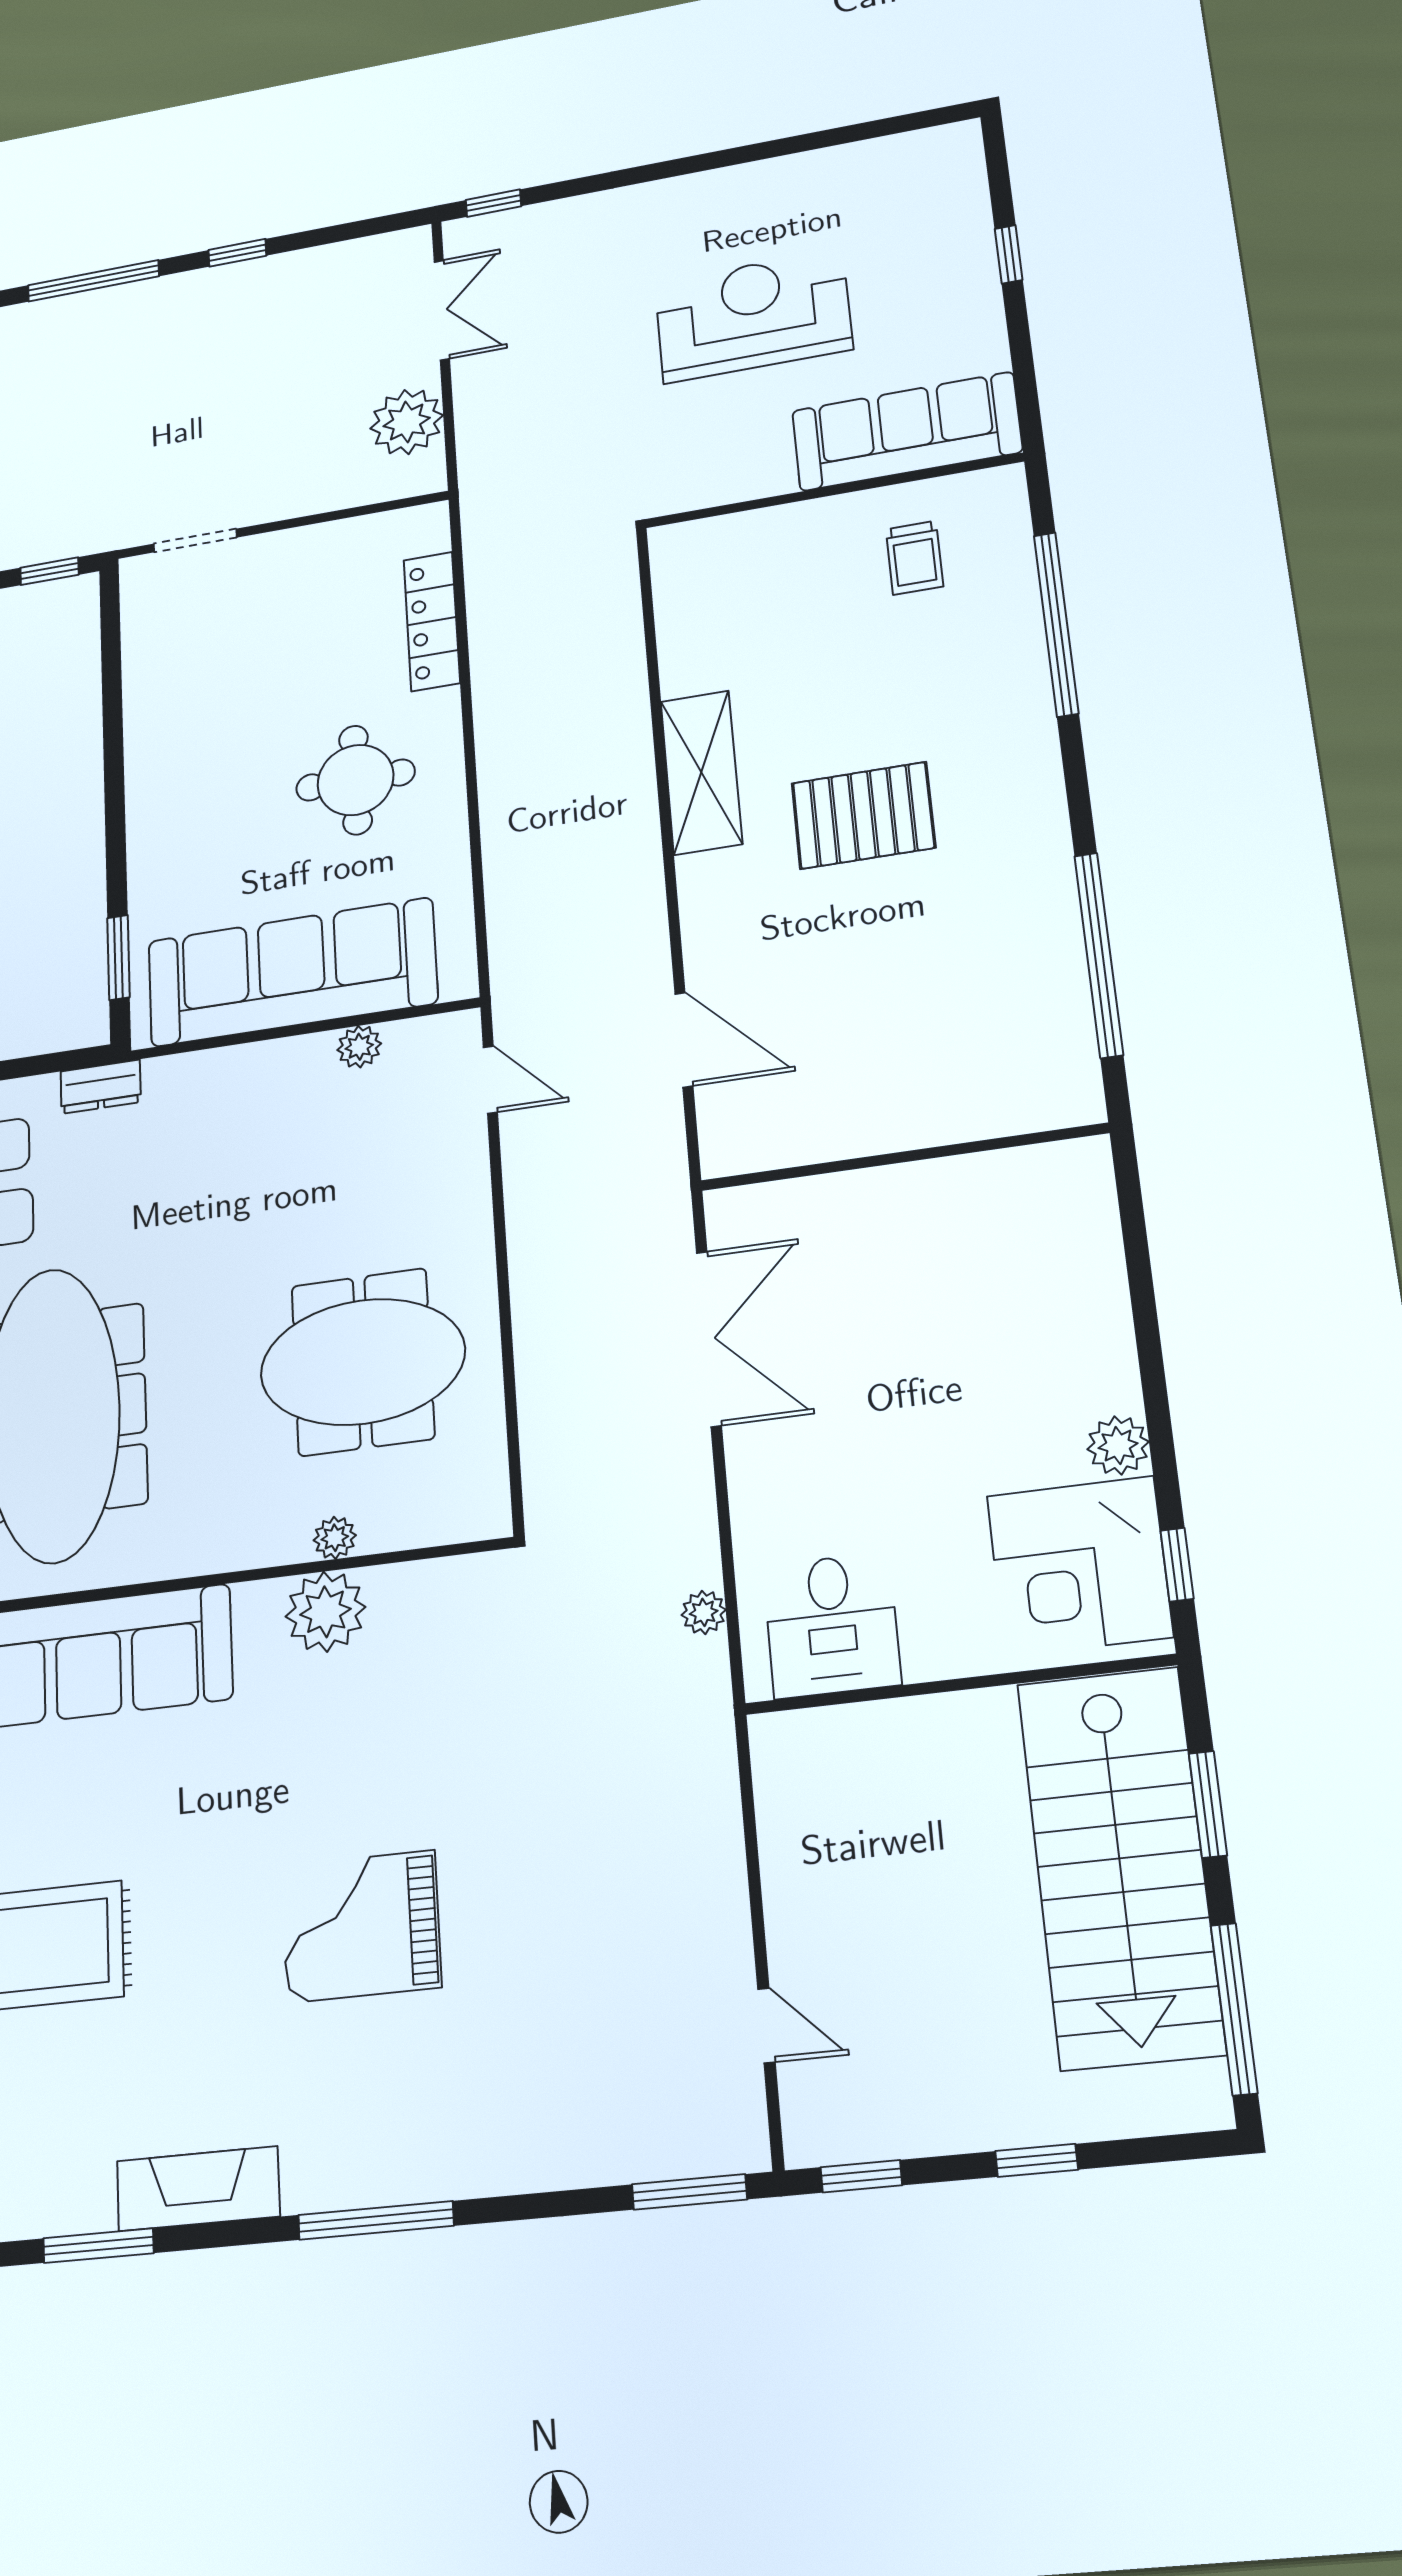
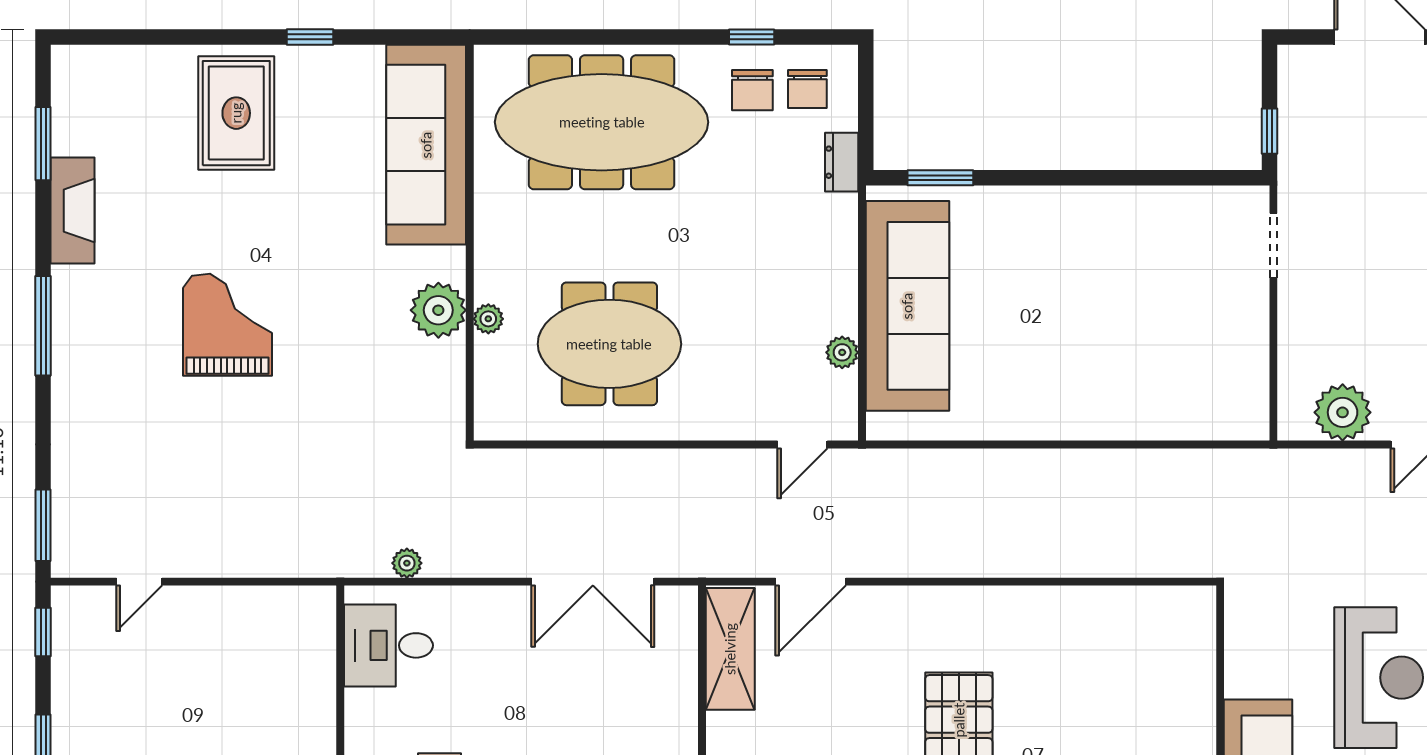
locker: (432, 621) -> (1170, 423), removed
shelving: (701, 772) -> (730, 649), moved, turned 90
round table: (356, 780) -> (1051, 359), removed
meeting table: (363, 1362) -> (609, 344), turned 90

